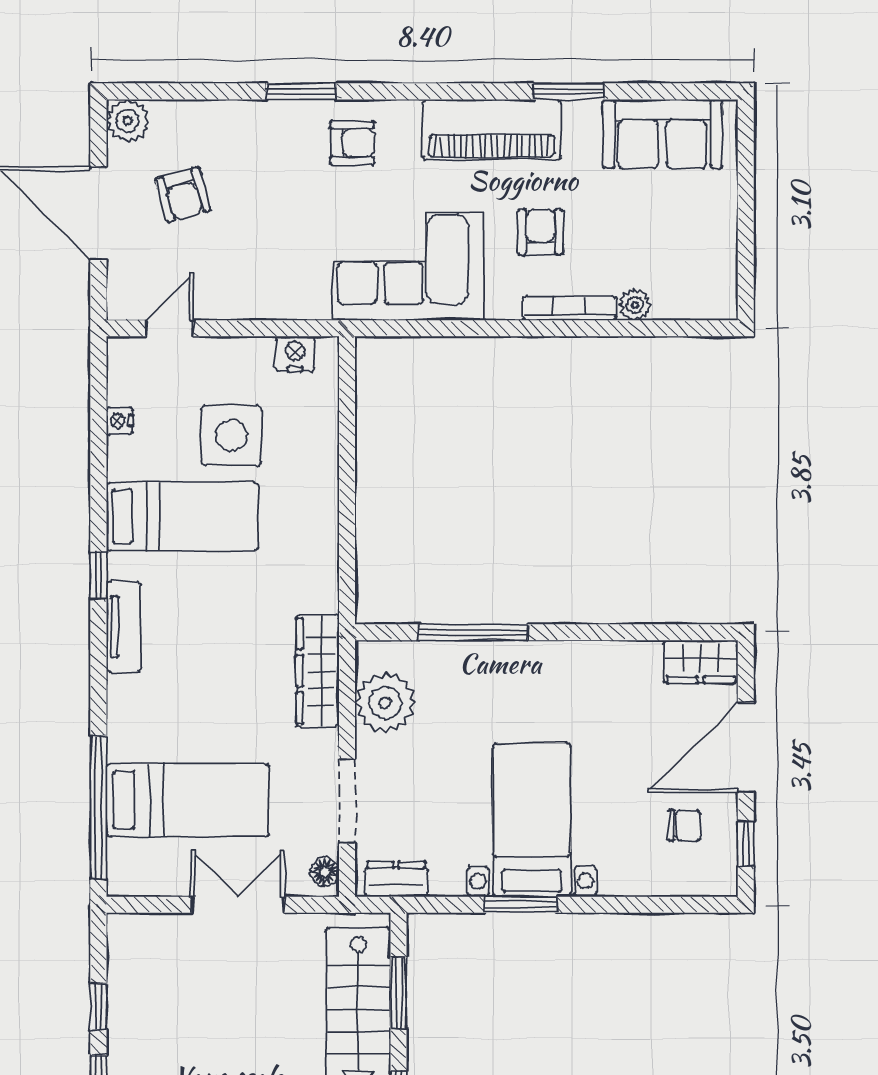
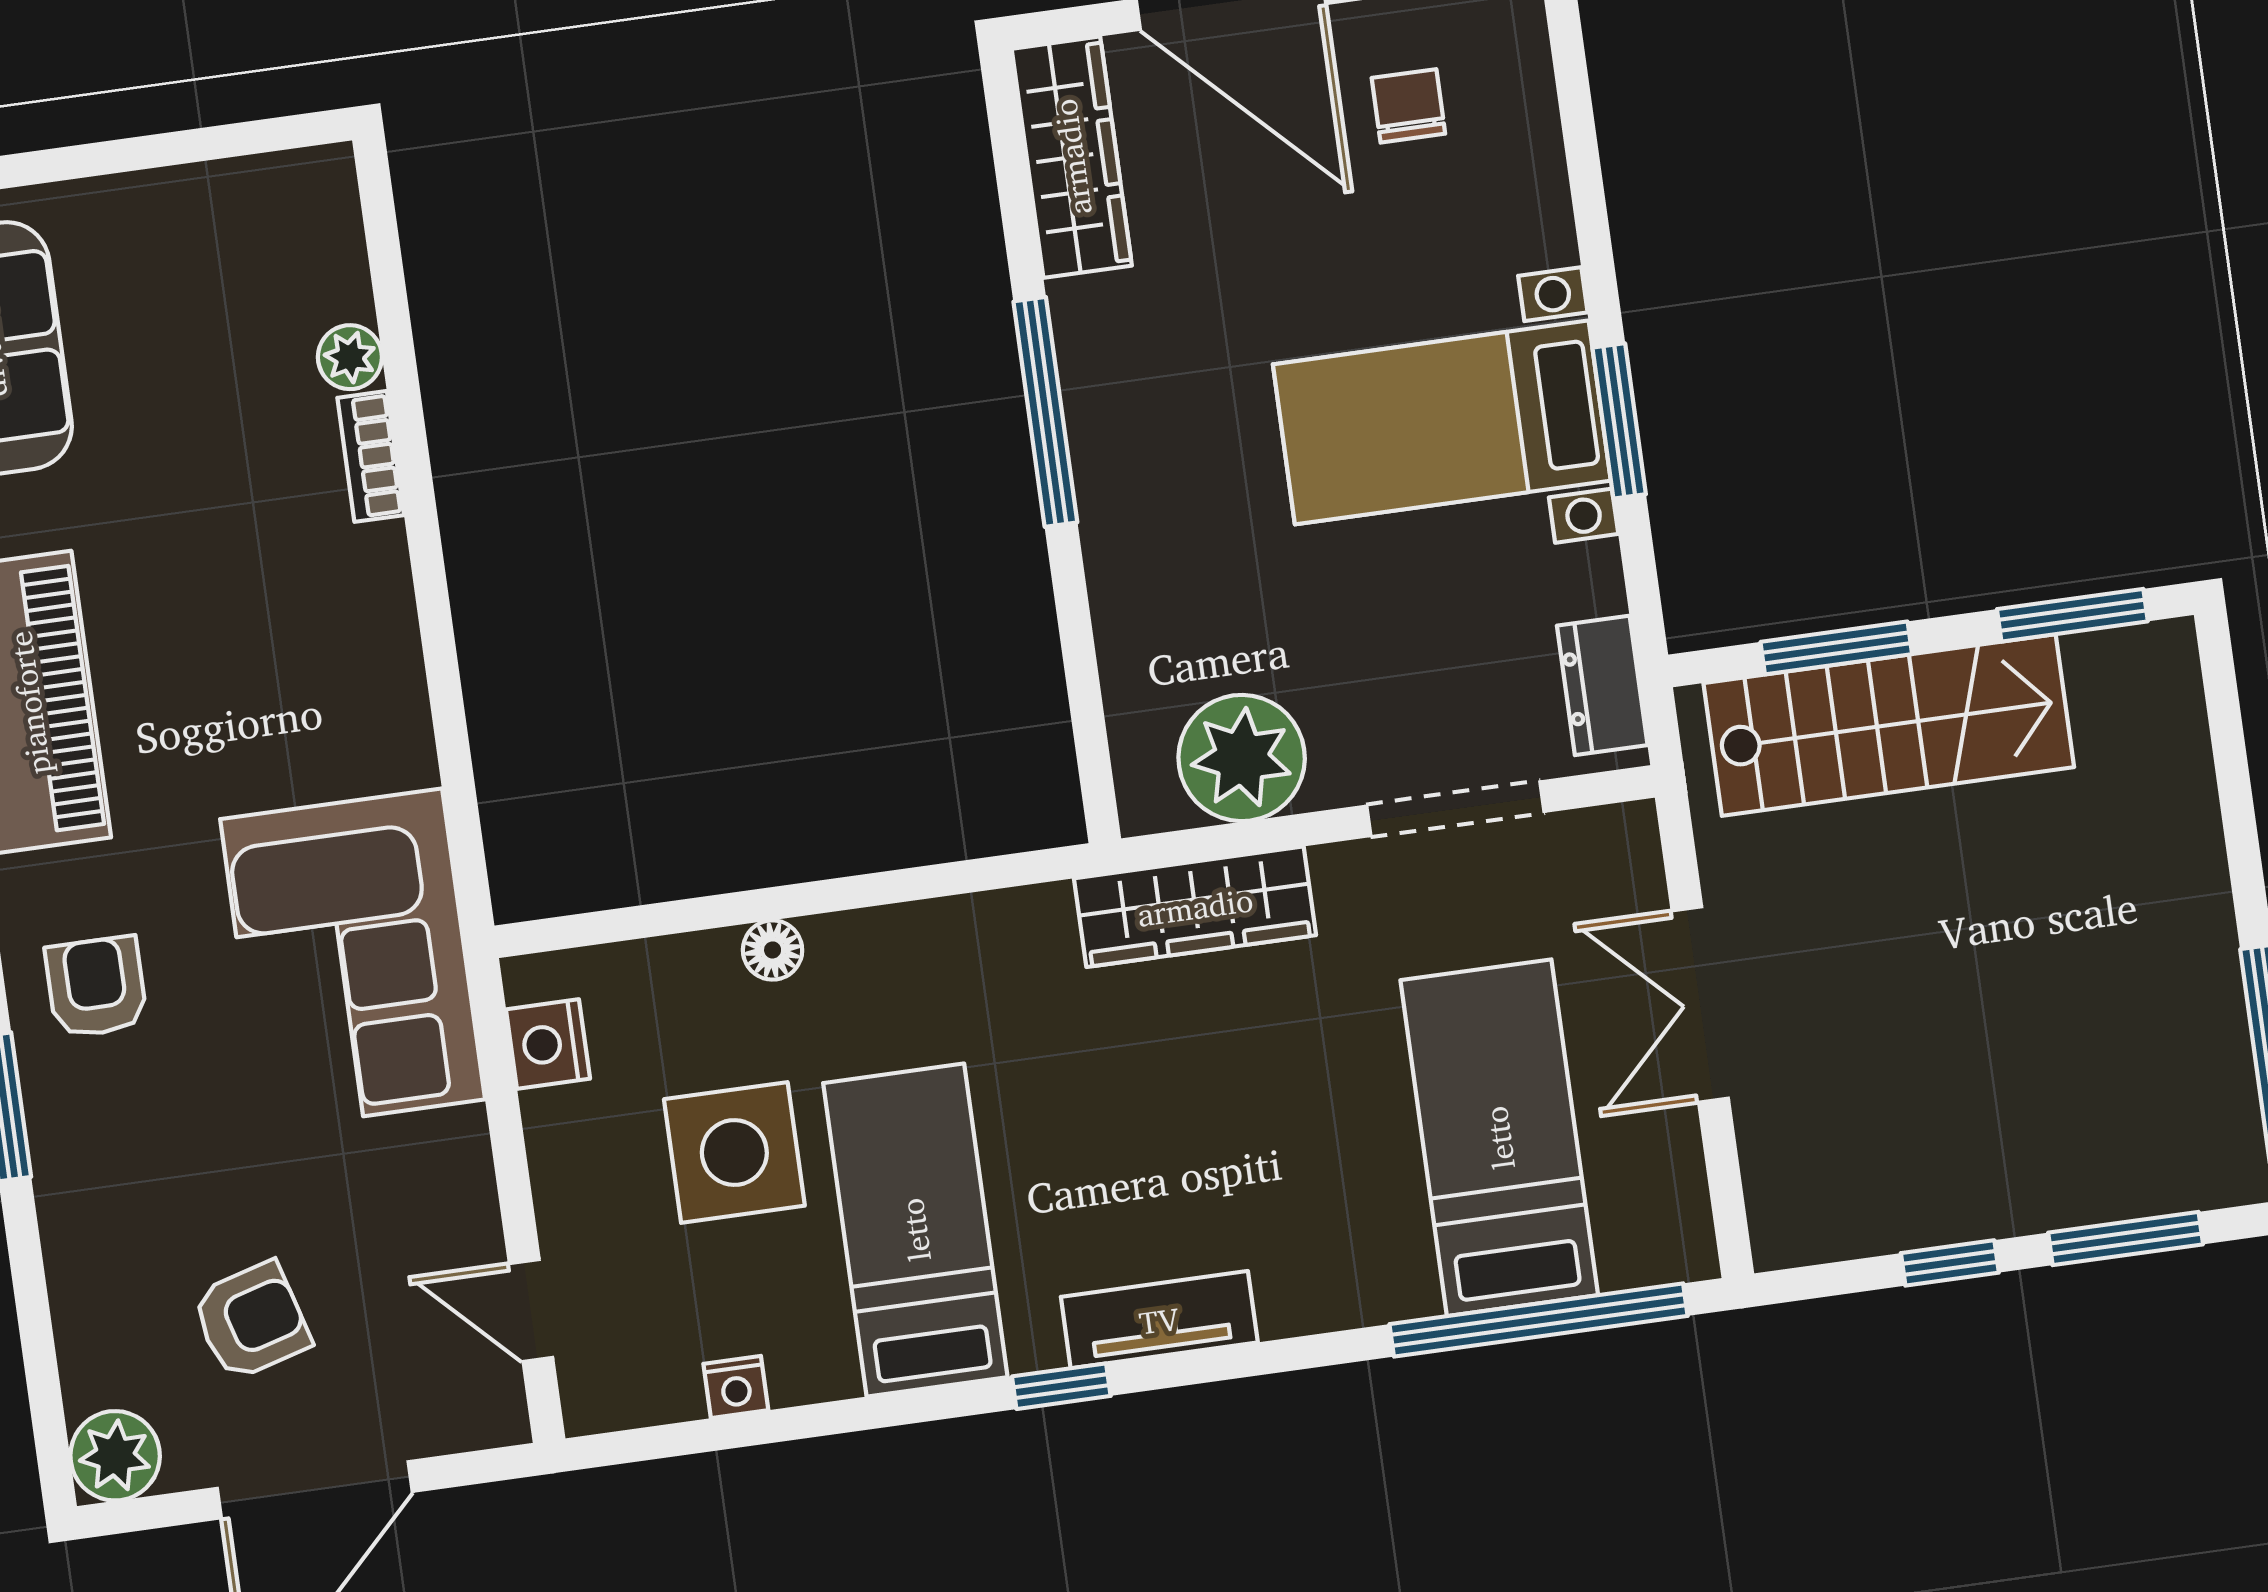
armchair: (541, 232) -> (226, 573), removed
corner sofa: (408, 267) -> (353, 959), moved
bookcase: (569, 308) -> (371, 456), width x0.64
window: (473, 632) -> (1045, 412), moved
wardrobe: (701, 662) -> (1072, 157), width x1.50
floor lamp: (325, 872) -> (773, 950), moved

